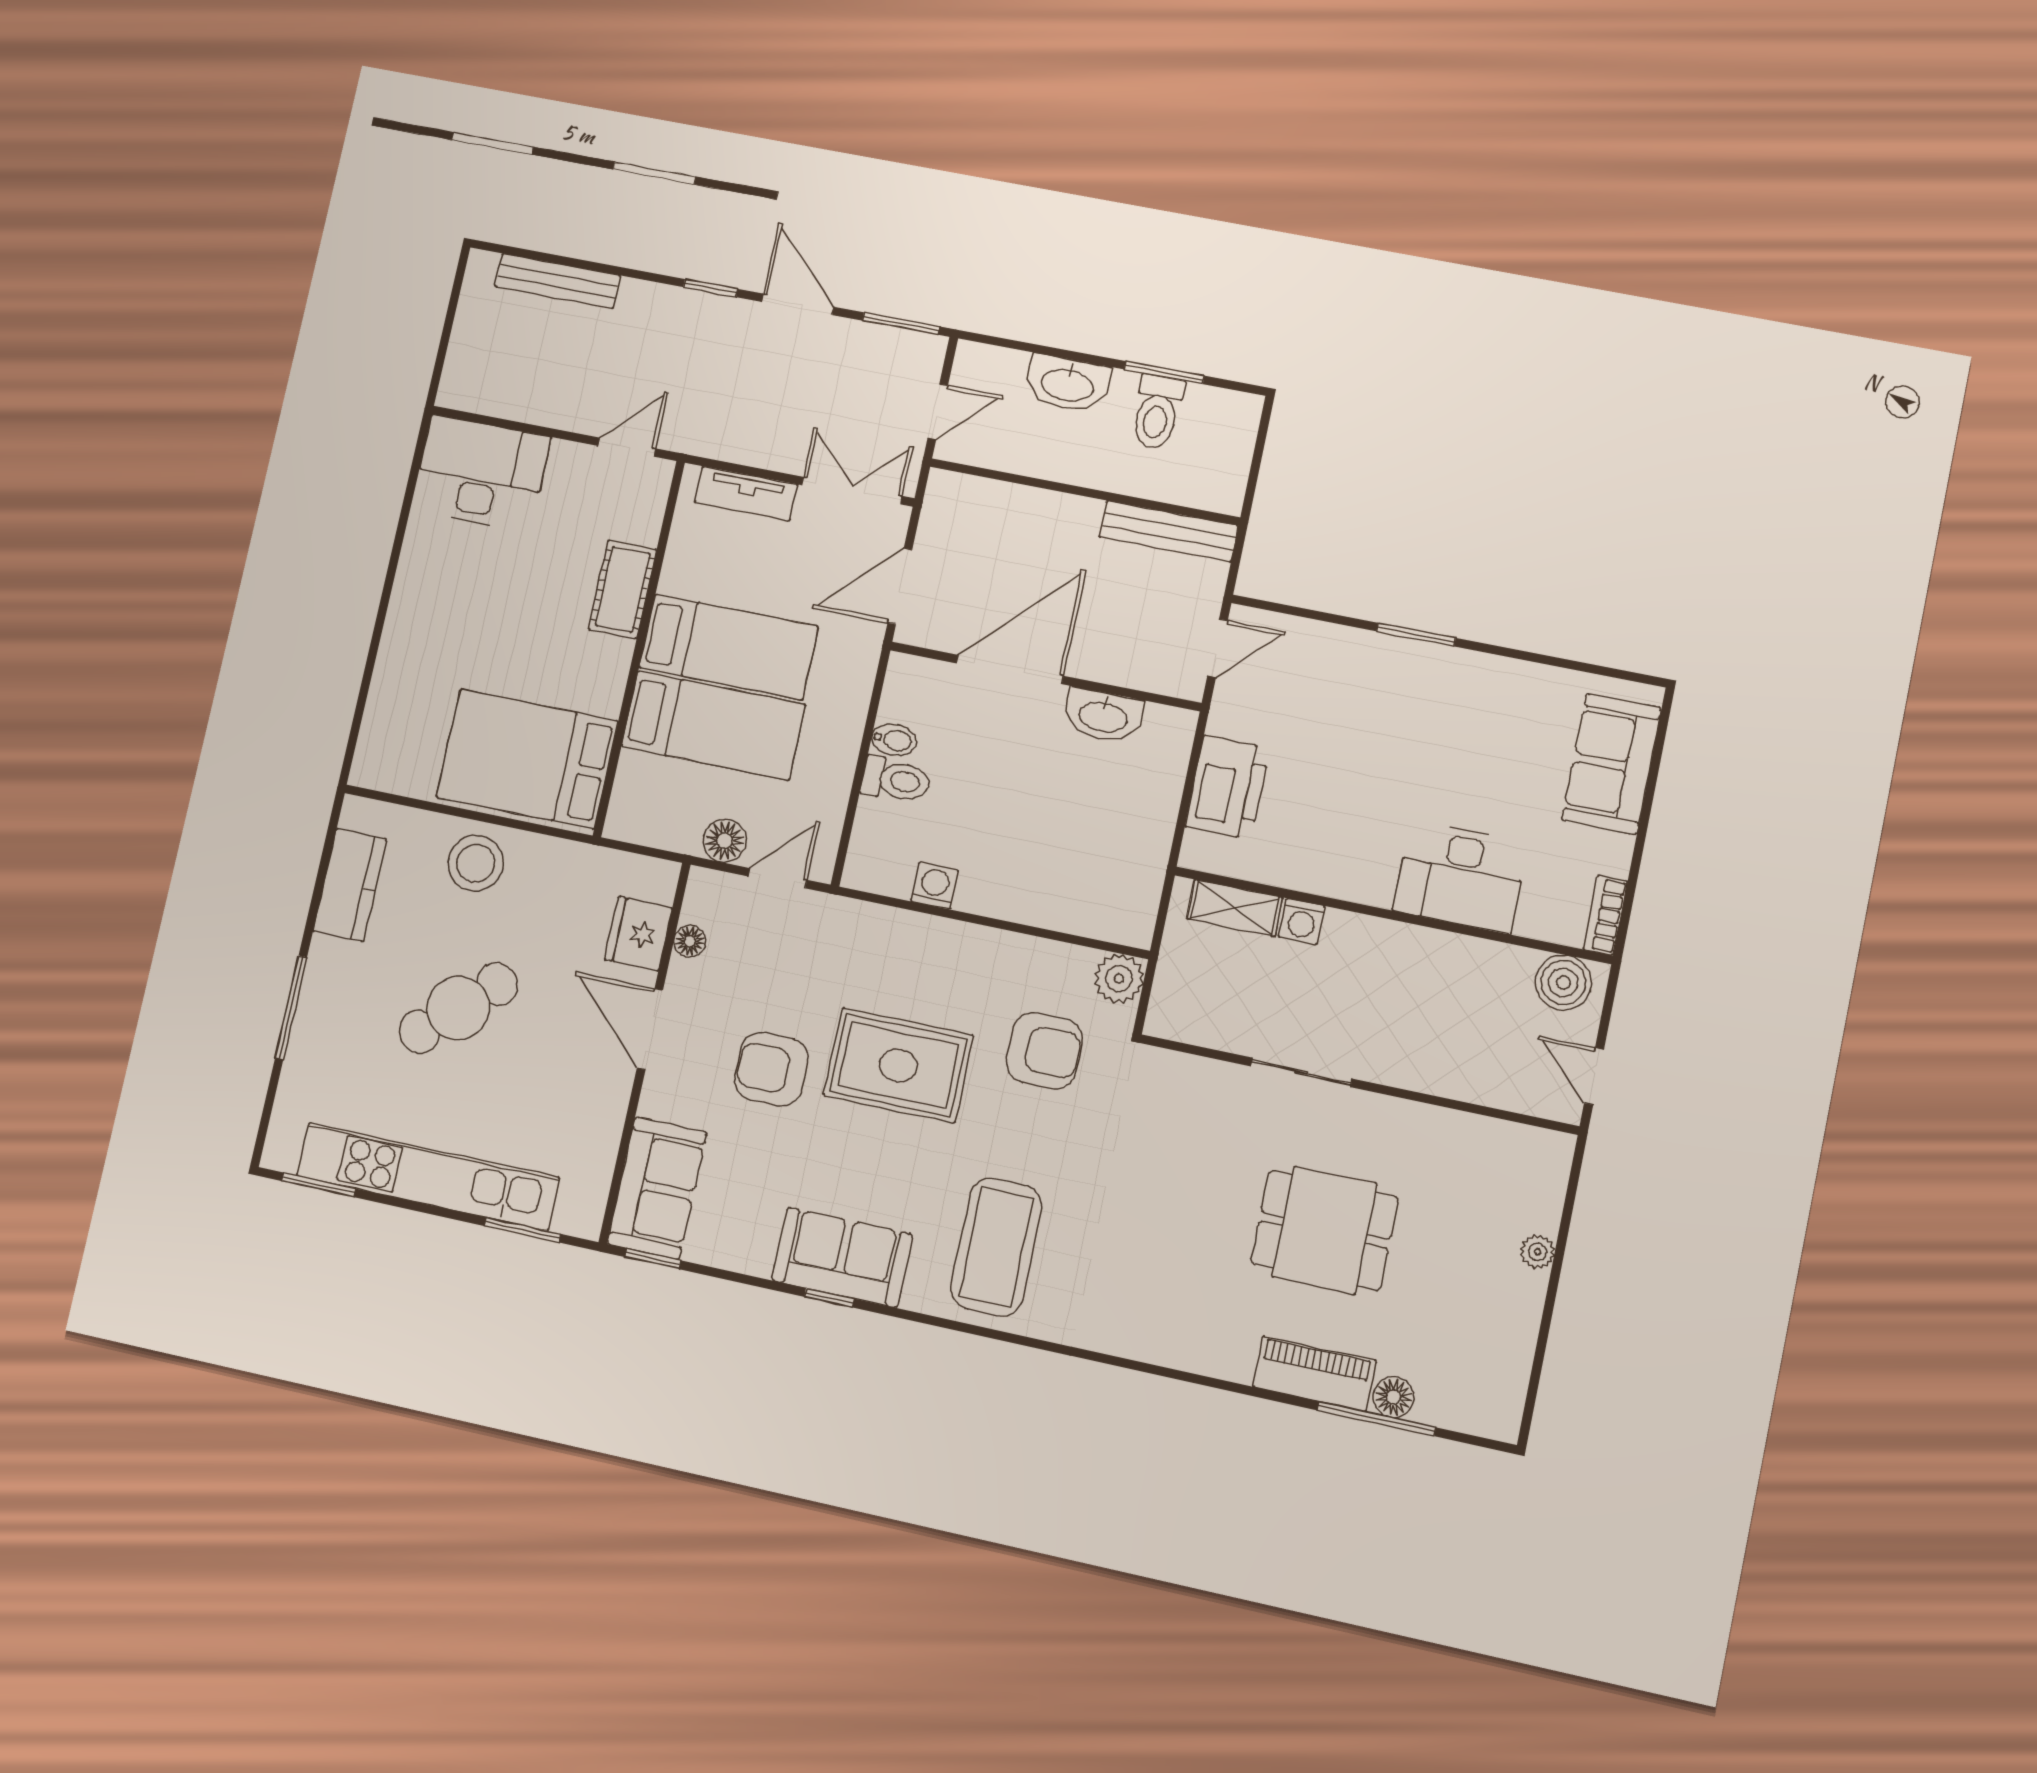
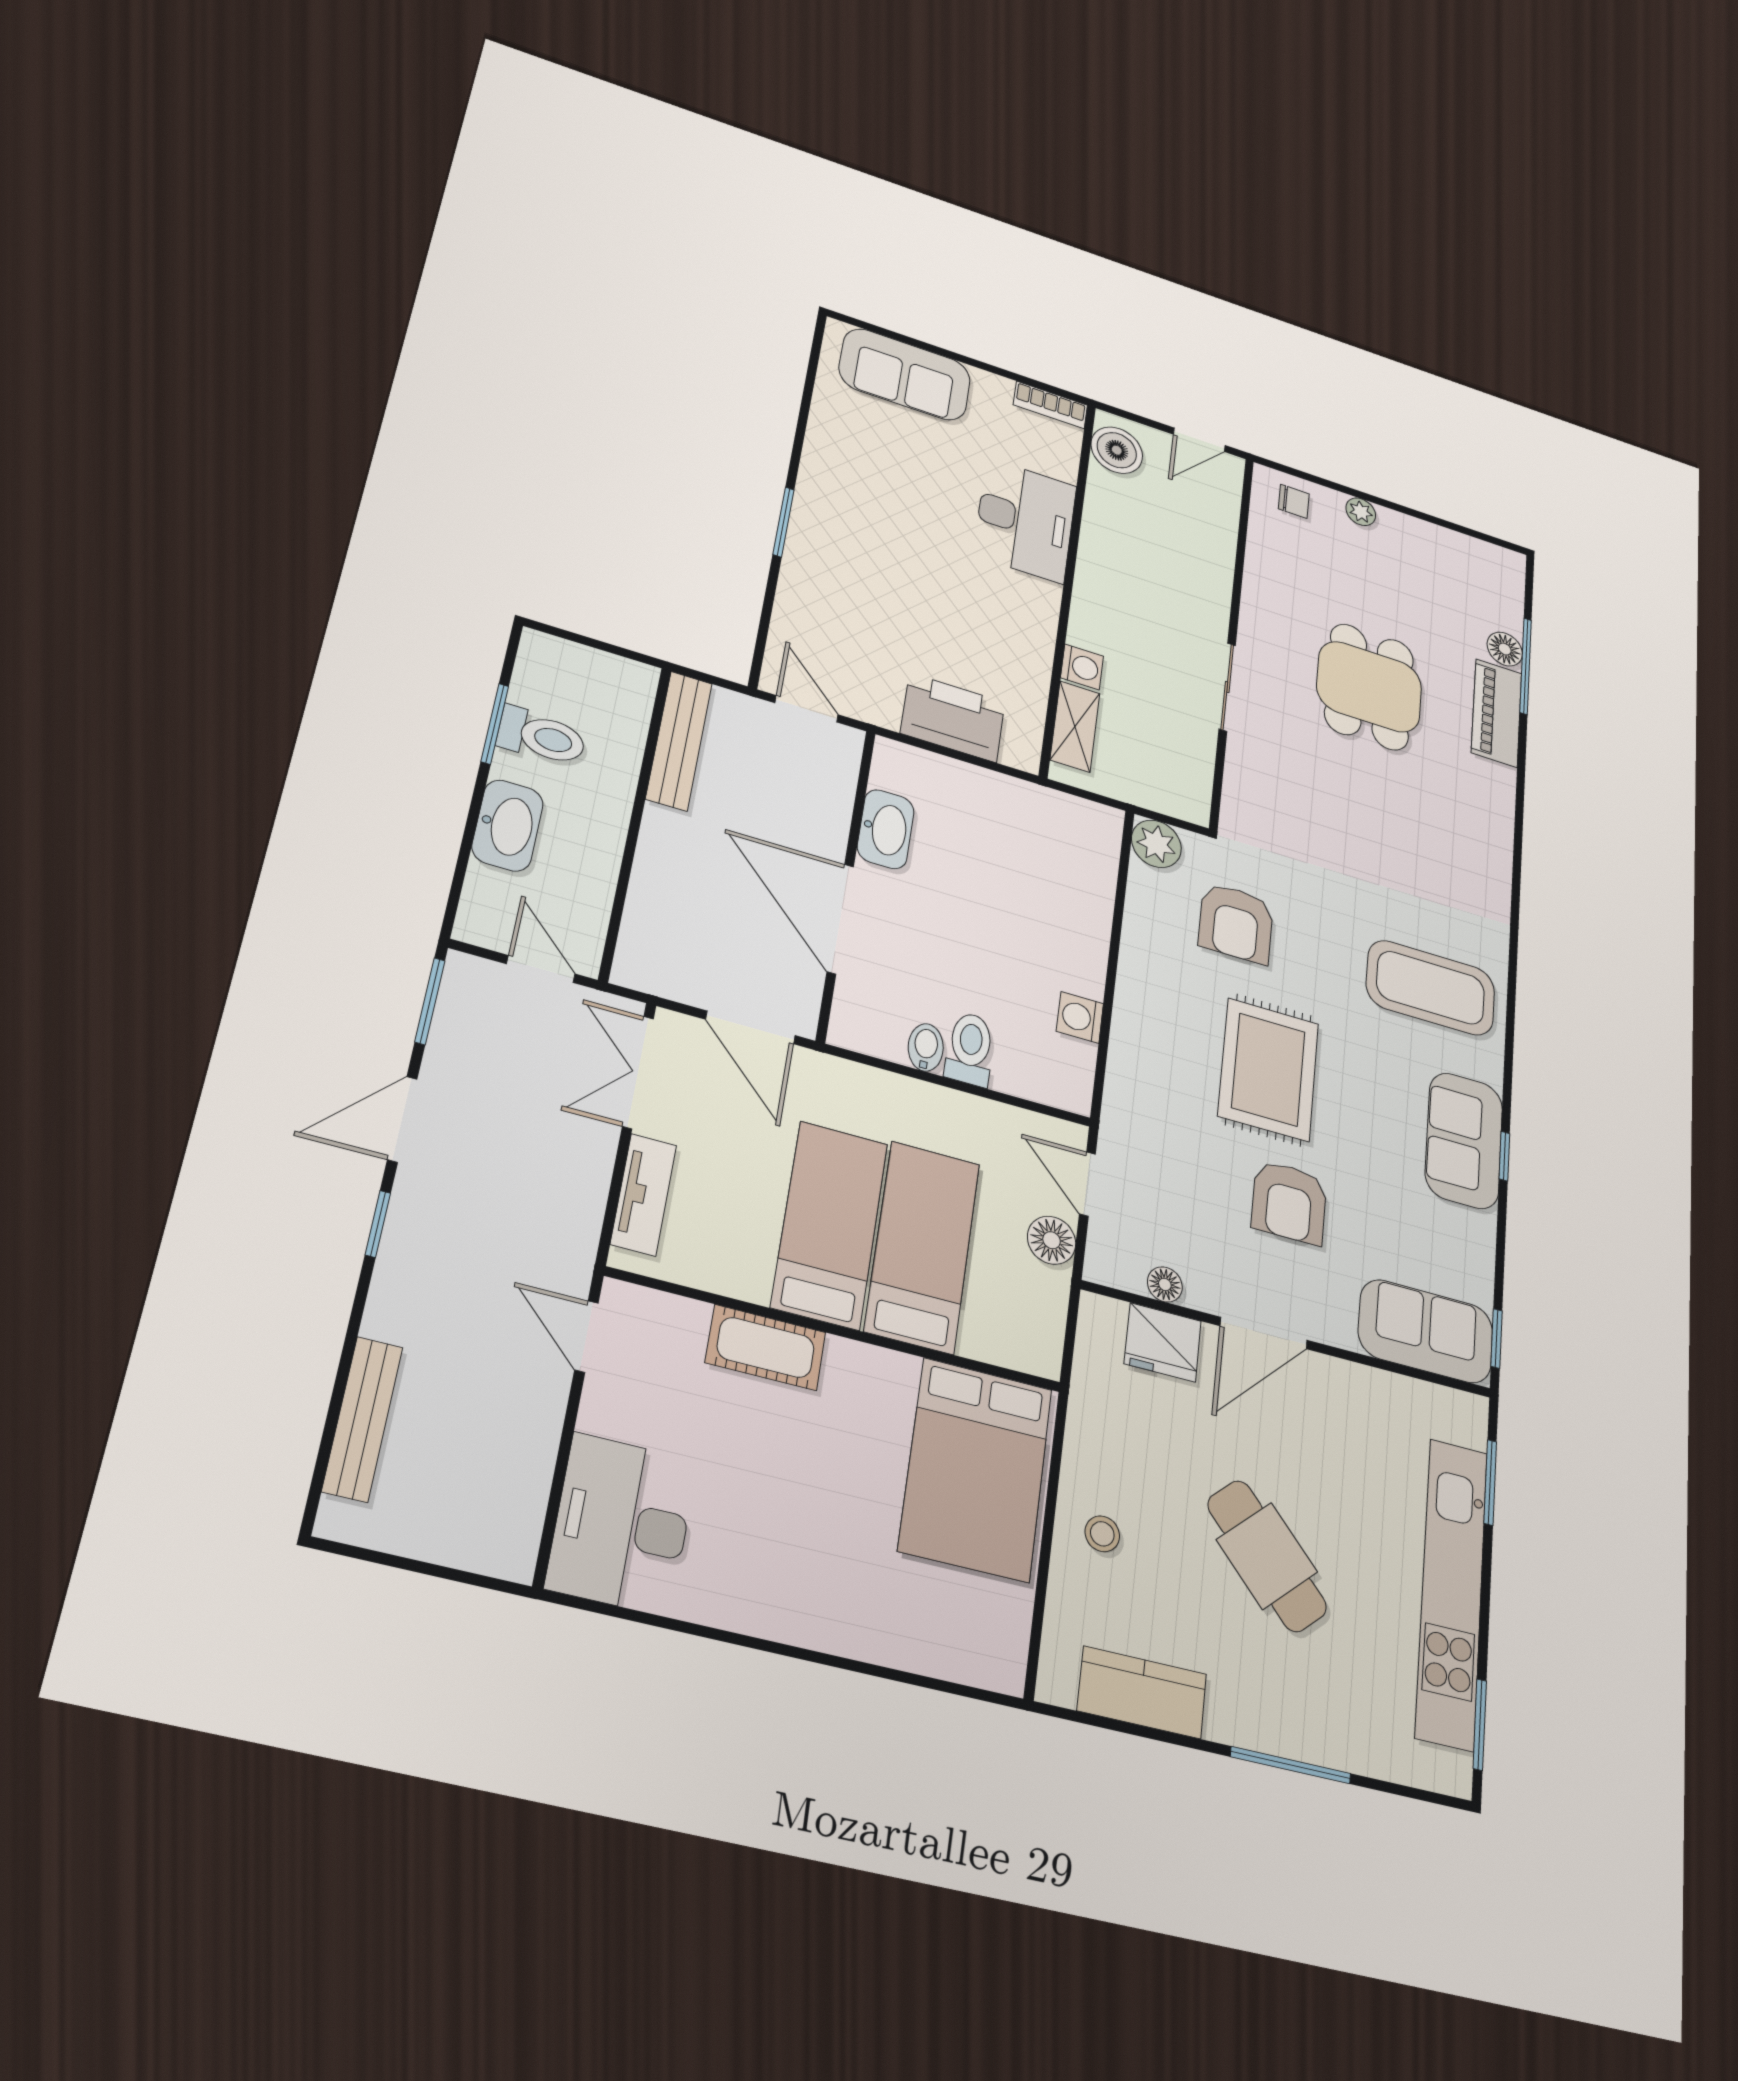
stool: (476, 863) -> (1102, 1534), width x0.53, depth x0.53
armchair: (1044, 1051) -> (1236, 923), turned 180
chair: (1537, 1175) -> (1294, 501), added

